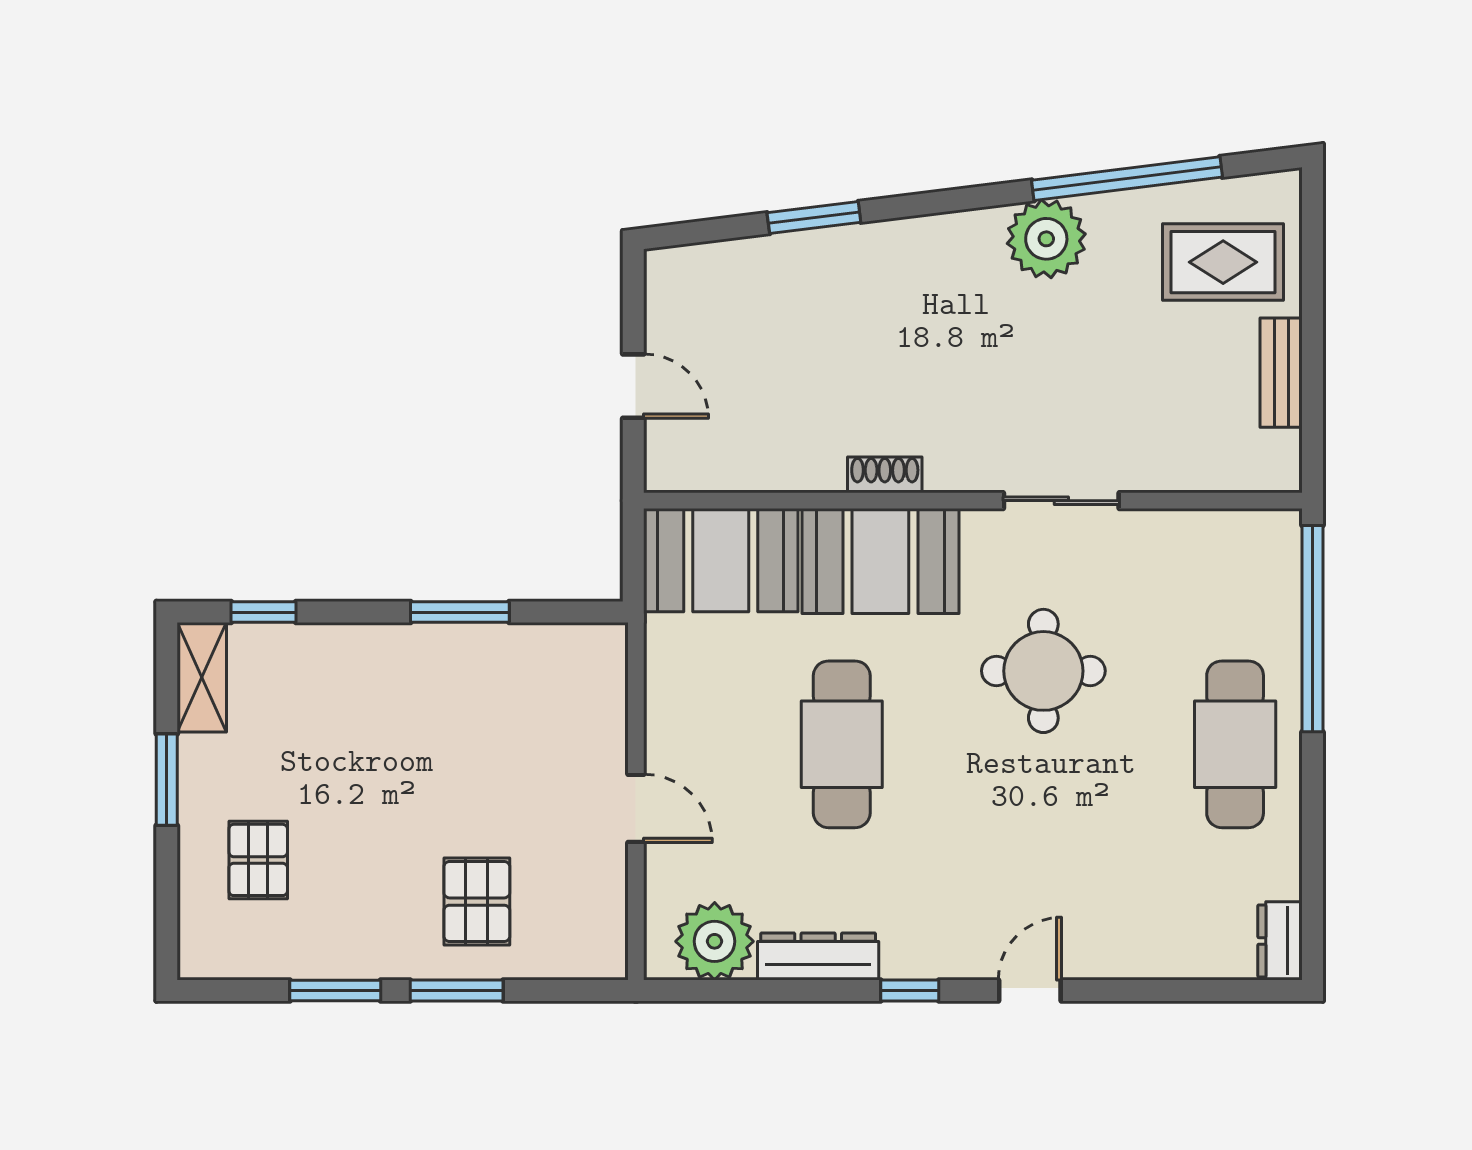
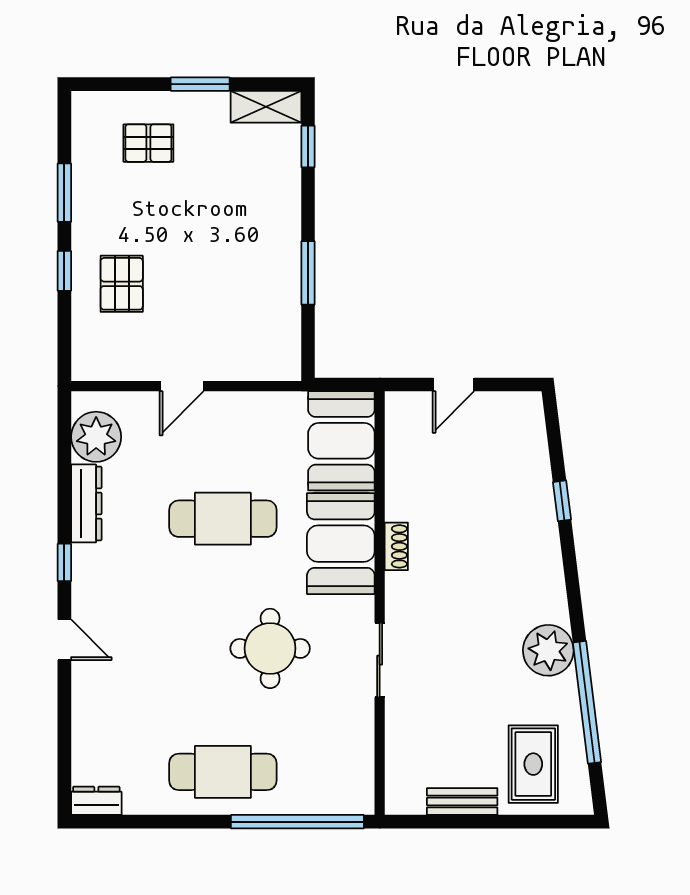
window: (814, 218) -> (562, 501), width x0.67
pallet: (477, 902) -> (122, 284), turned 90
window: (457, 991) -> (64, 271), width x0.67

